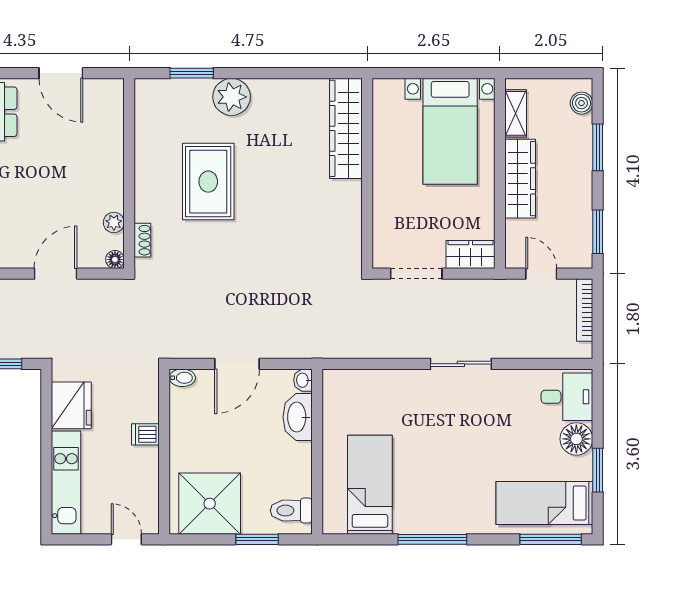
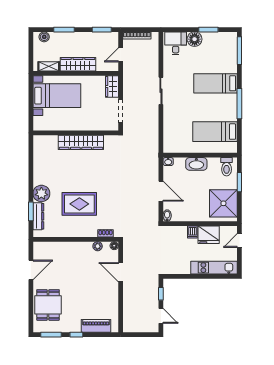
dresser: (181, 90) -> (38, 216), added
wardrobe: (346, 128) -> (81, 142), moved
fridge: (71, 405) -> (209, 235), moved, turned 180
washbasin: (298, 417) -> (196, 164), moved
bed: (544, 503) -> (216, 83), moved, turned 90

